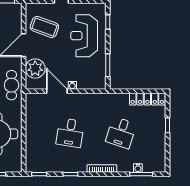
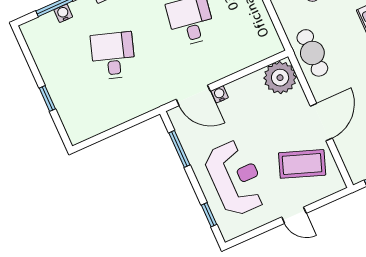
plant: (35, 69) -> (280, 78), moved
door: (57, 91) -> (193, 95), moved
locker: (147, 99) -> (96, 125), removed

